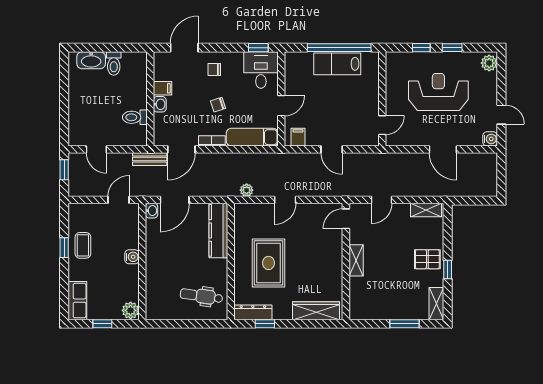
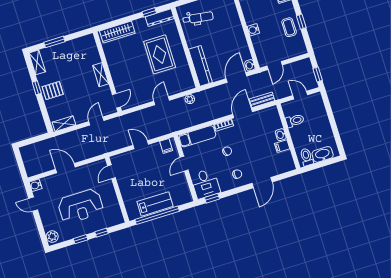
filing cabinet: (162, 88) -> (282, 146), moved
wall: (150, 99) -> (288, 136), moved
washbasin: (160, 104) -> (281, 135), moved
toilet: (135, 117) -> (295, 121), moved

